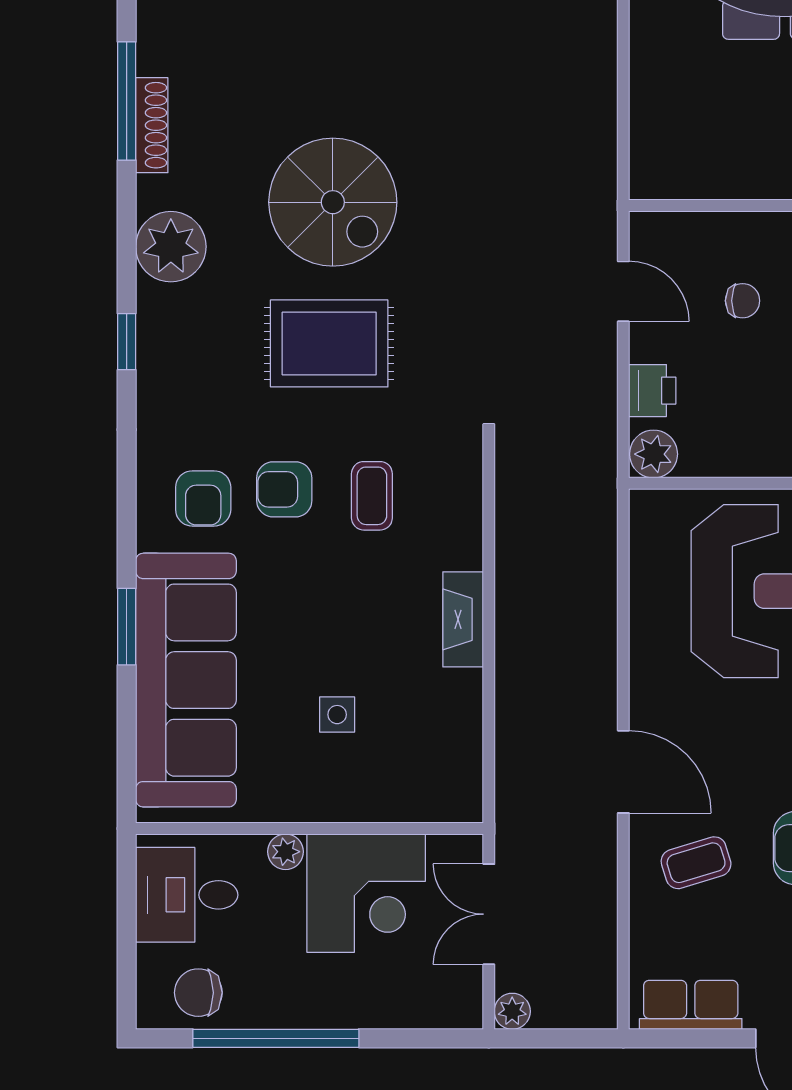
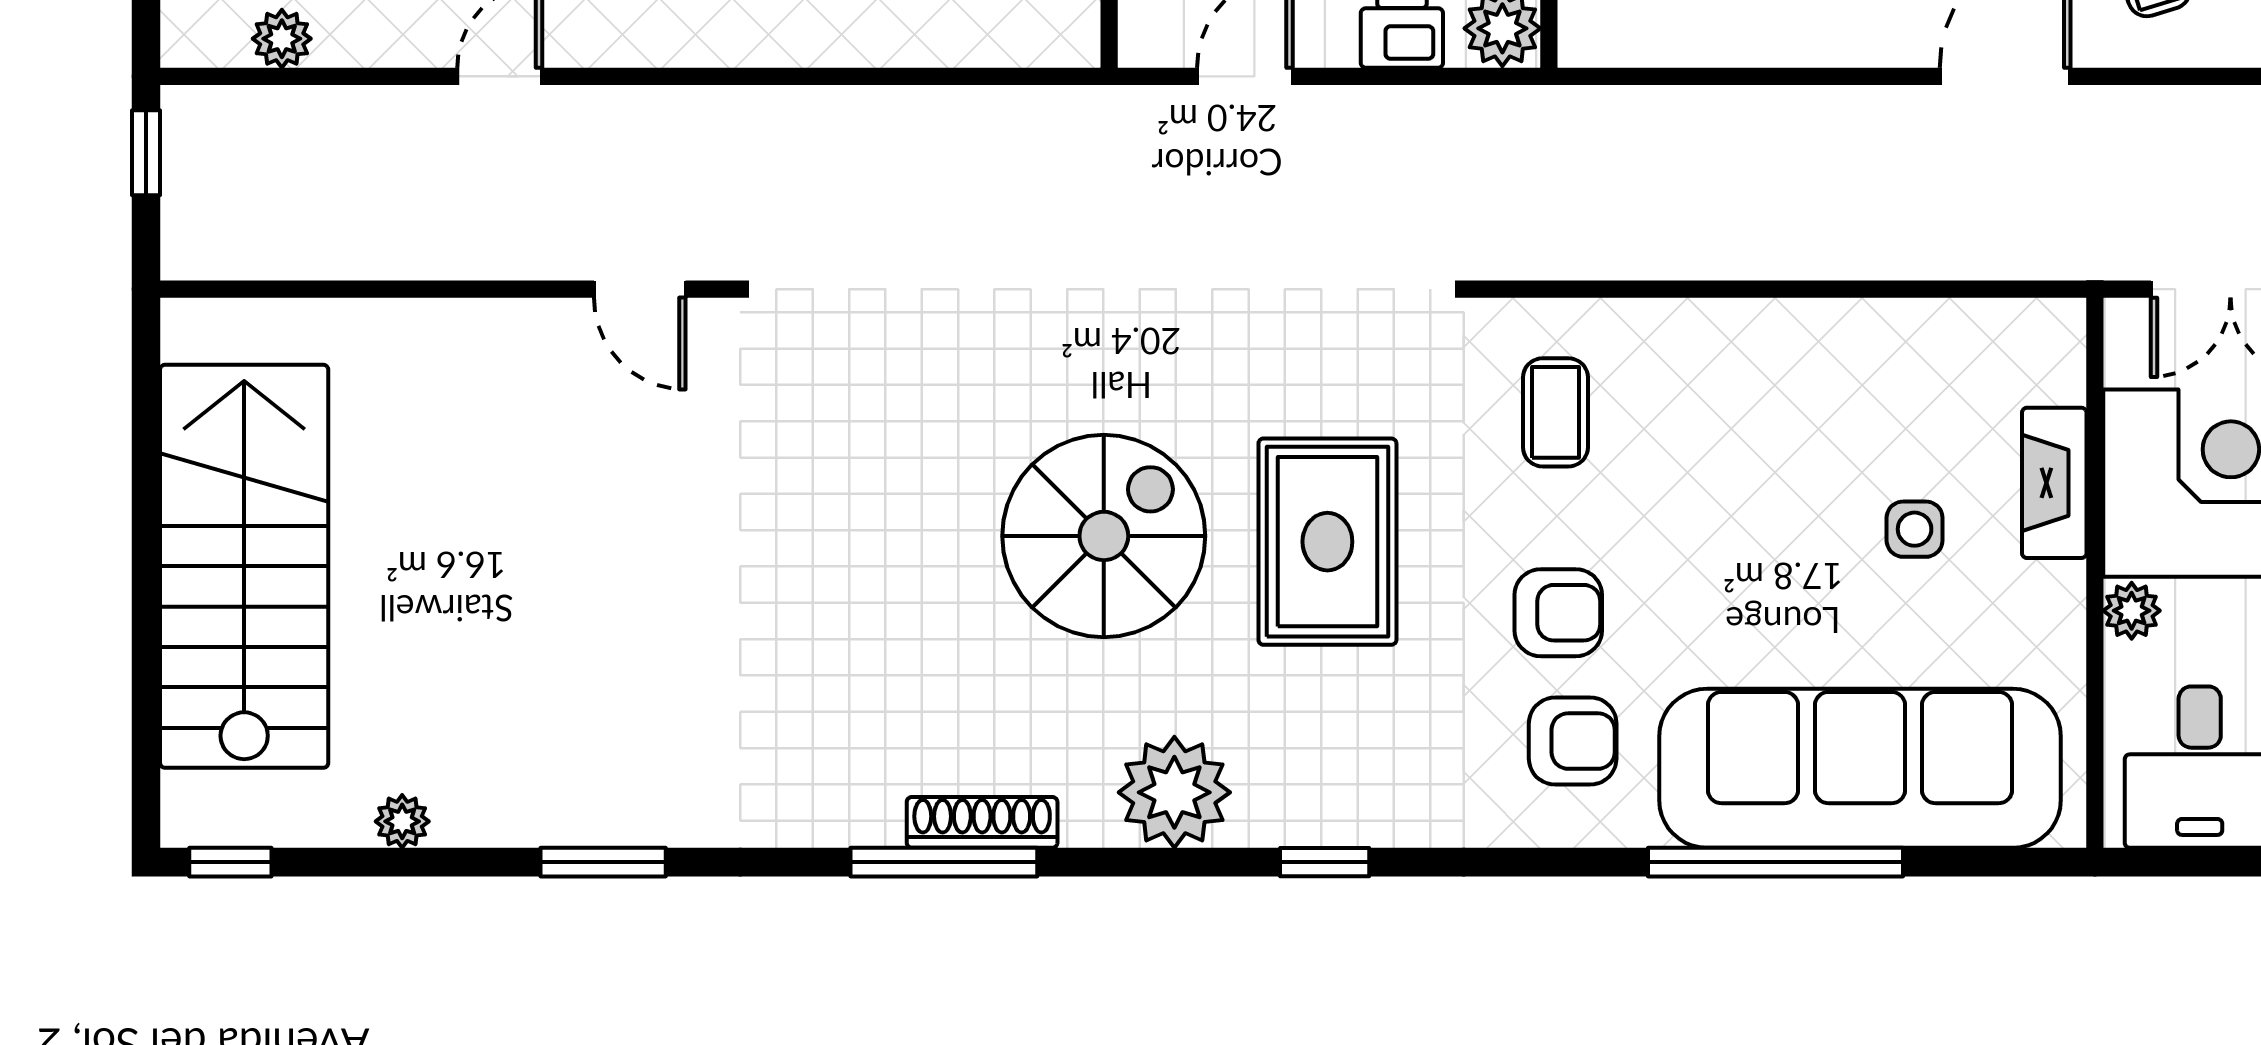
armchair: (284, 489) -> (1558, 613), turned -90
coffee table: (372, 496) -> (1555, 412), moved, turned 90
fireplace: (463, 619) -> (2054, 483), moved, turned 90
window: (127, 627) -> (1775, 862), width x2.11

